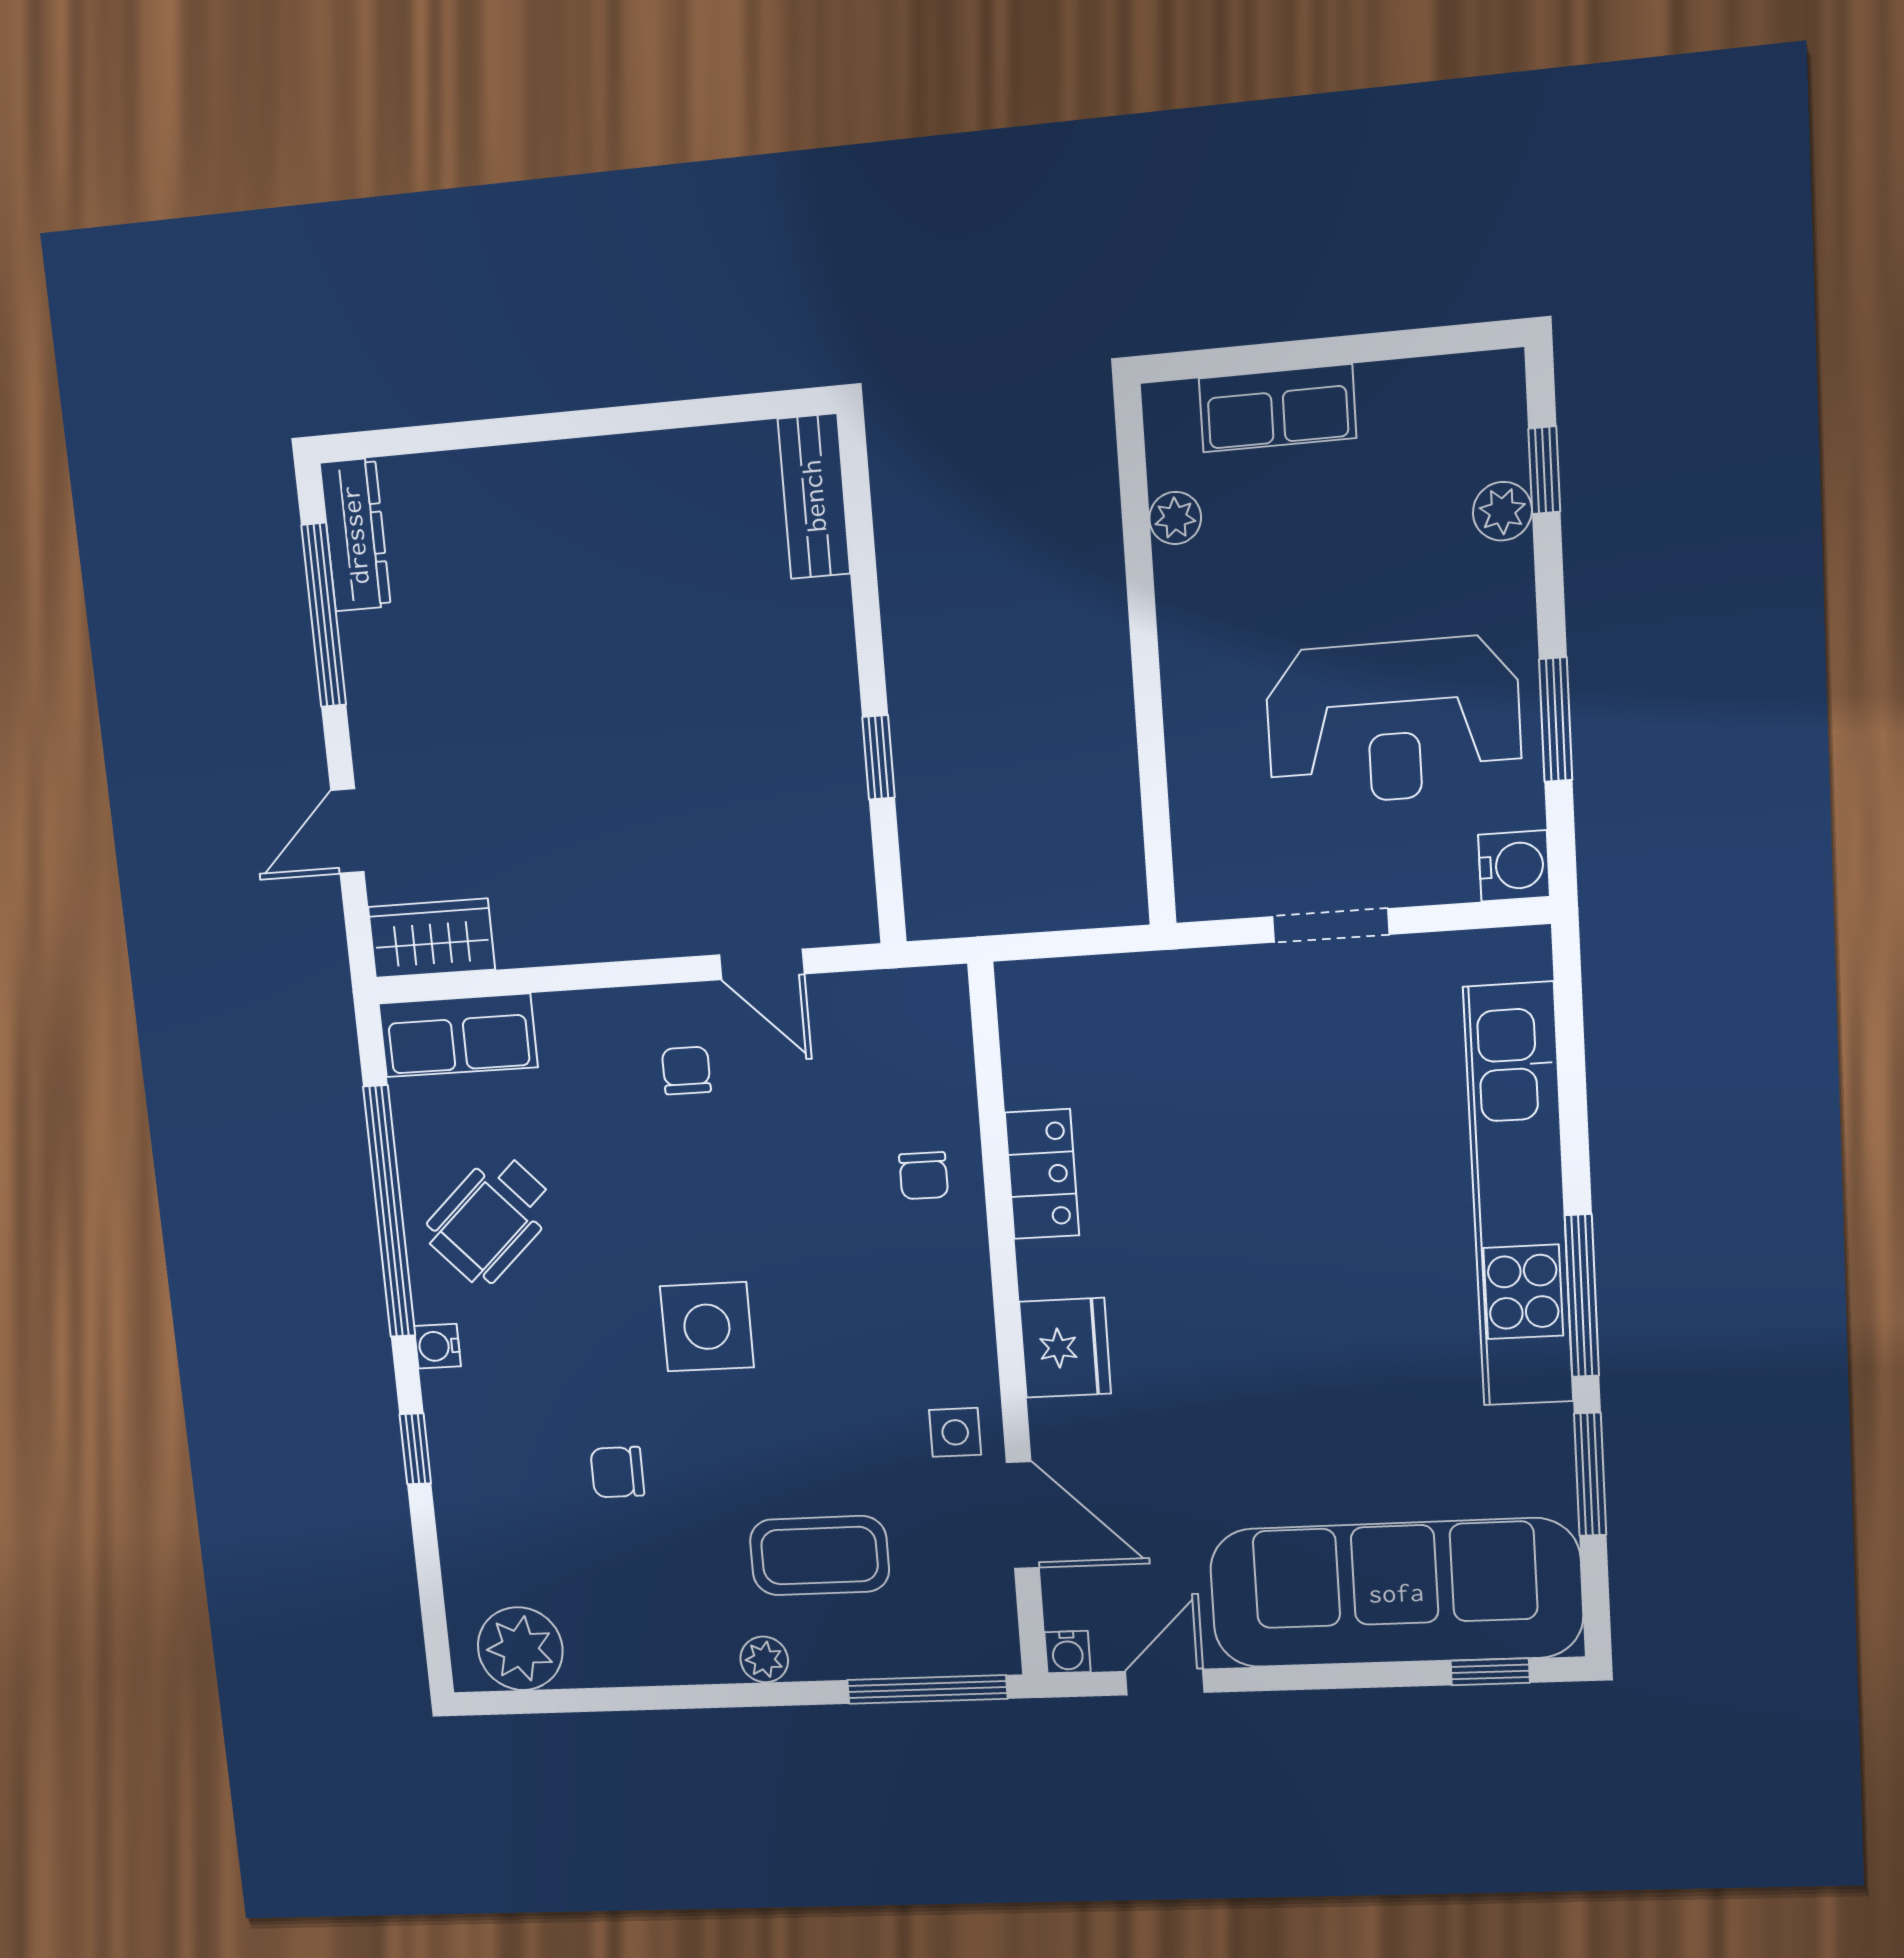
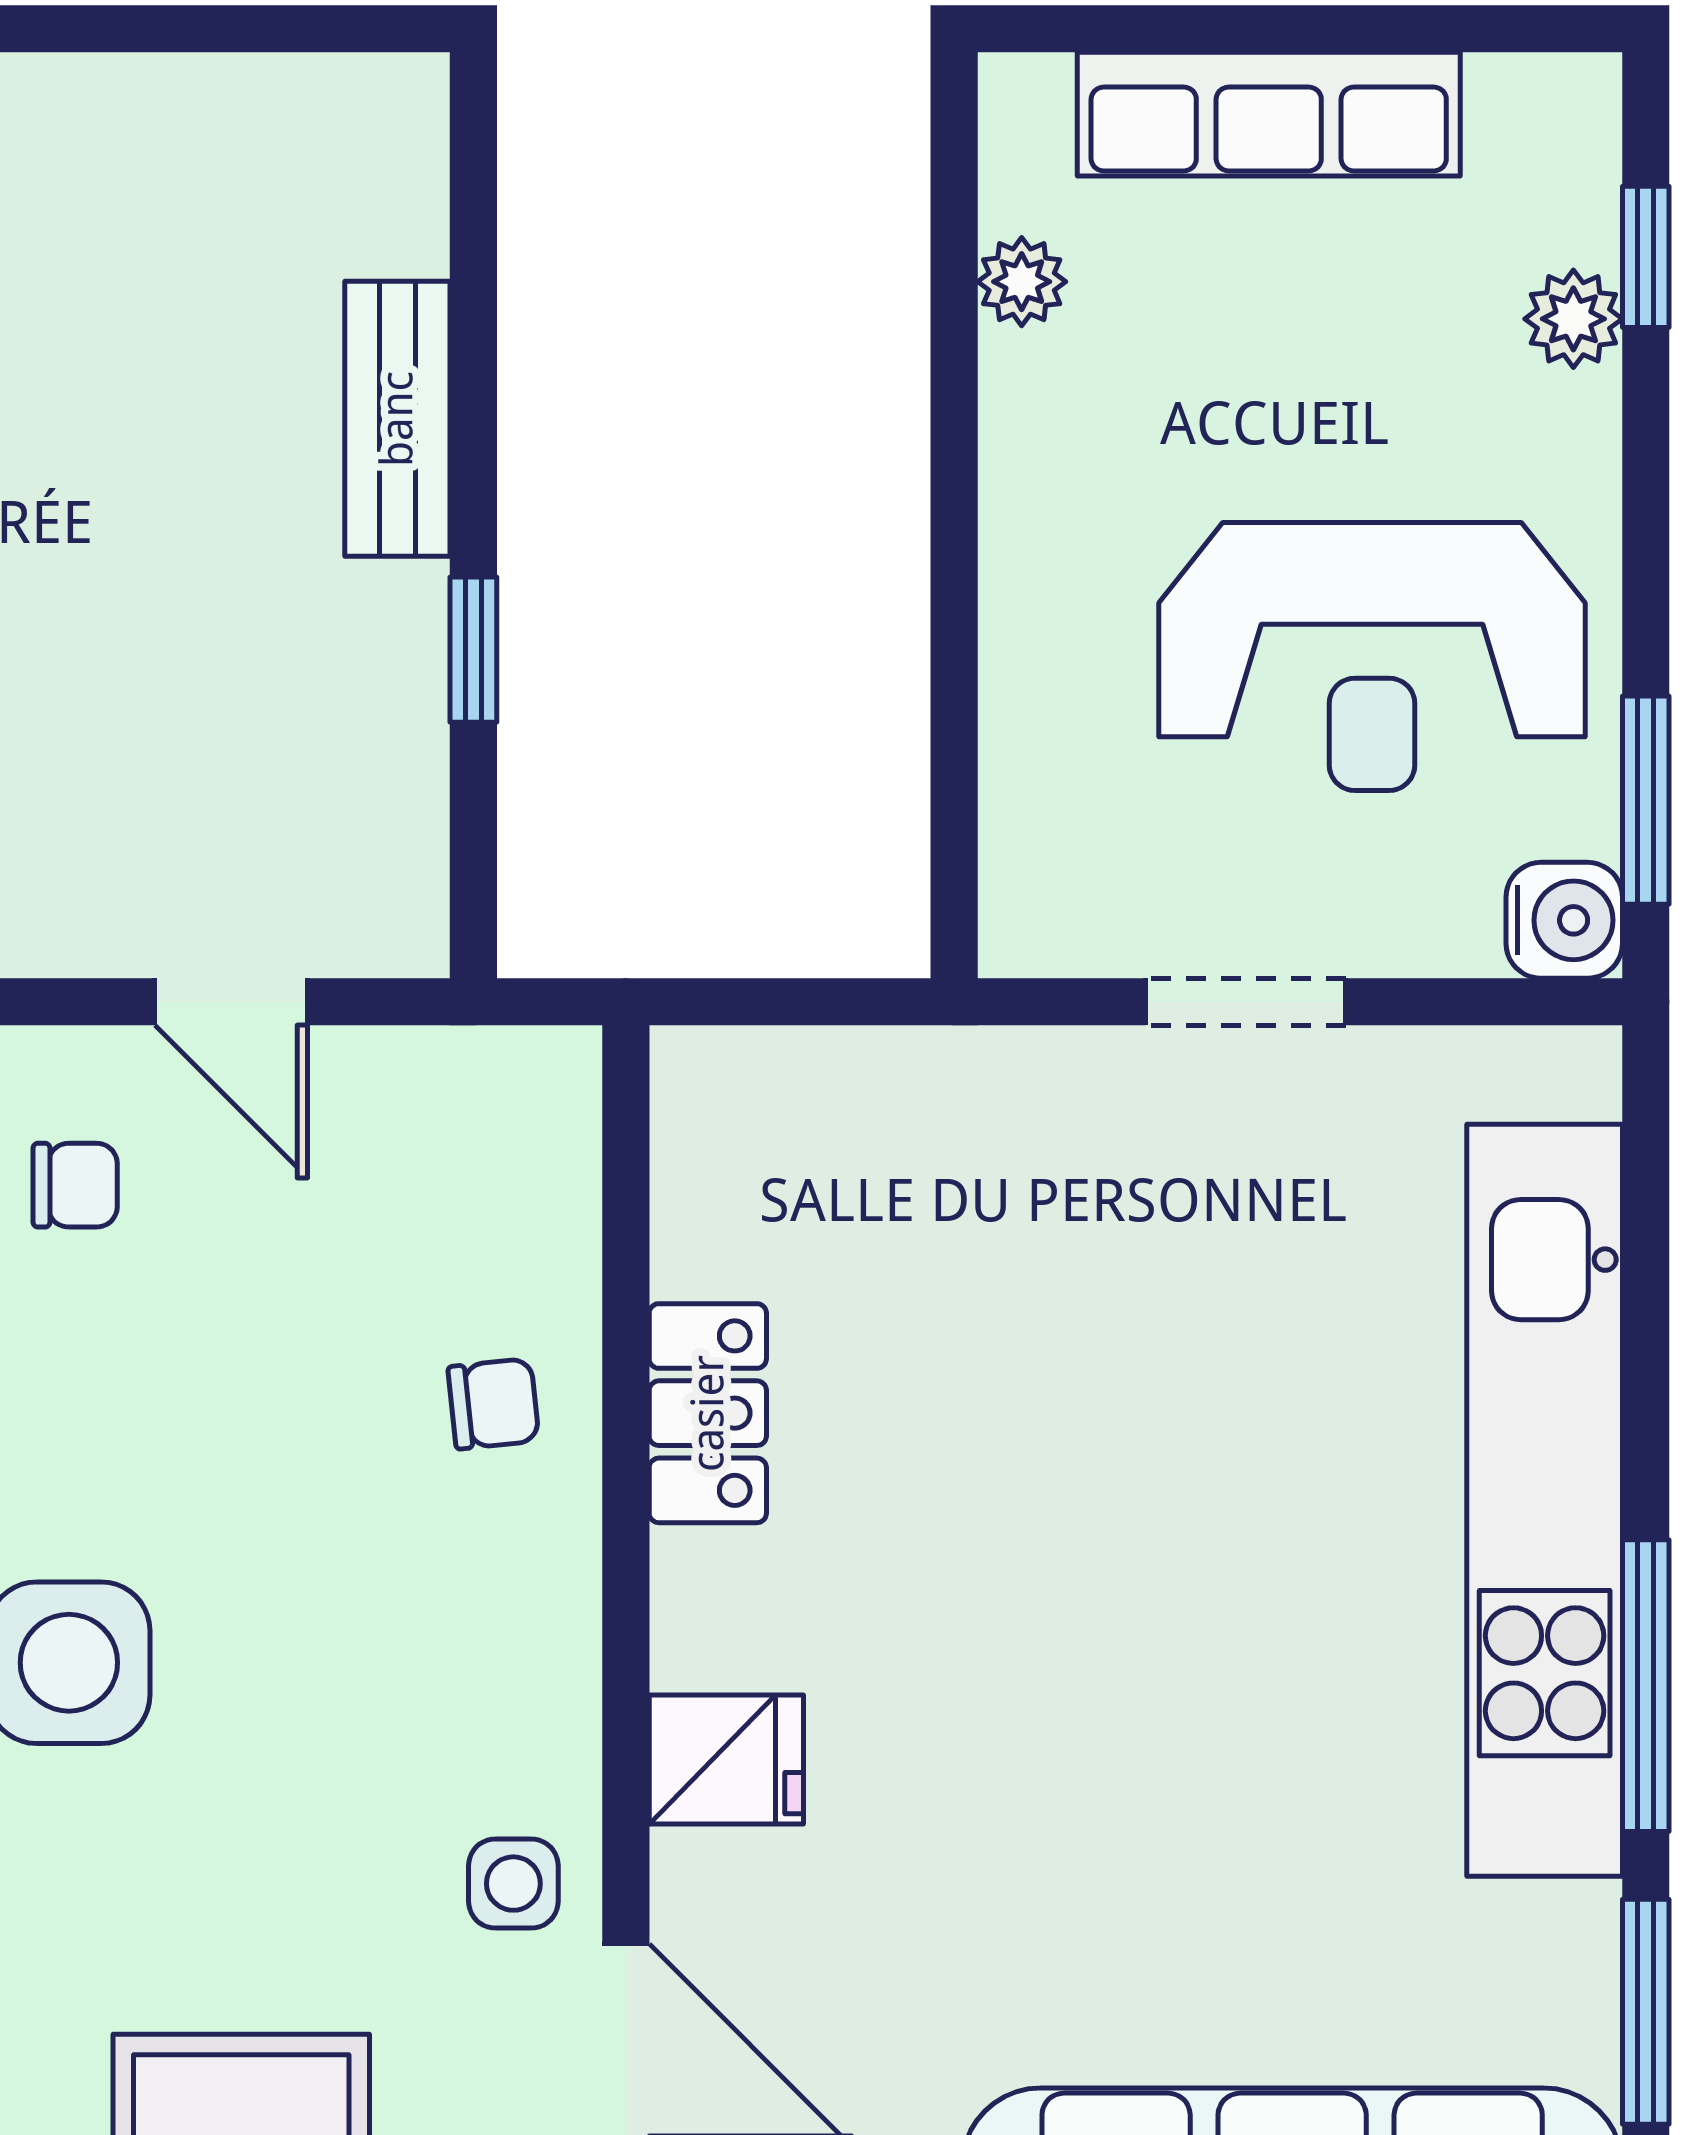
row of seats: (1278, 408) -> (1269, 114), width x1.48
bench: (814, 496) -> (397, 419), moved
window: (1556, 720) -> (1646, 800), moved
chair: (686, 1070) -> (75, 1185), turned 90
chair: (924, 1176) -> (493, 1404), turned -96
fridge: (1065, 1348) -> (726, 1760), width x0.72

